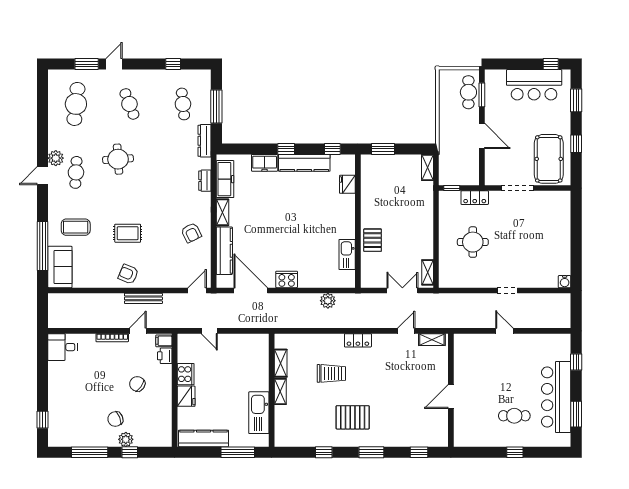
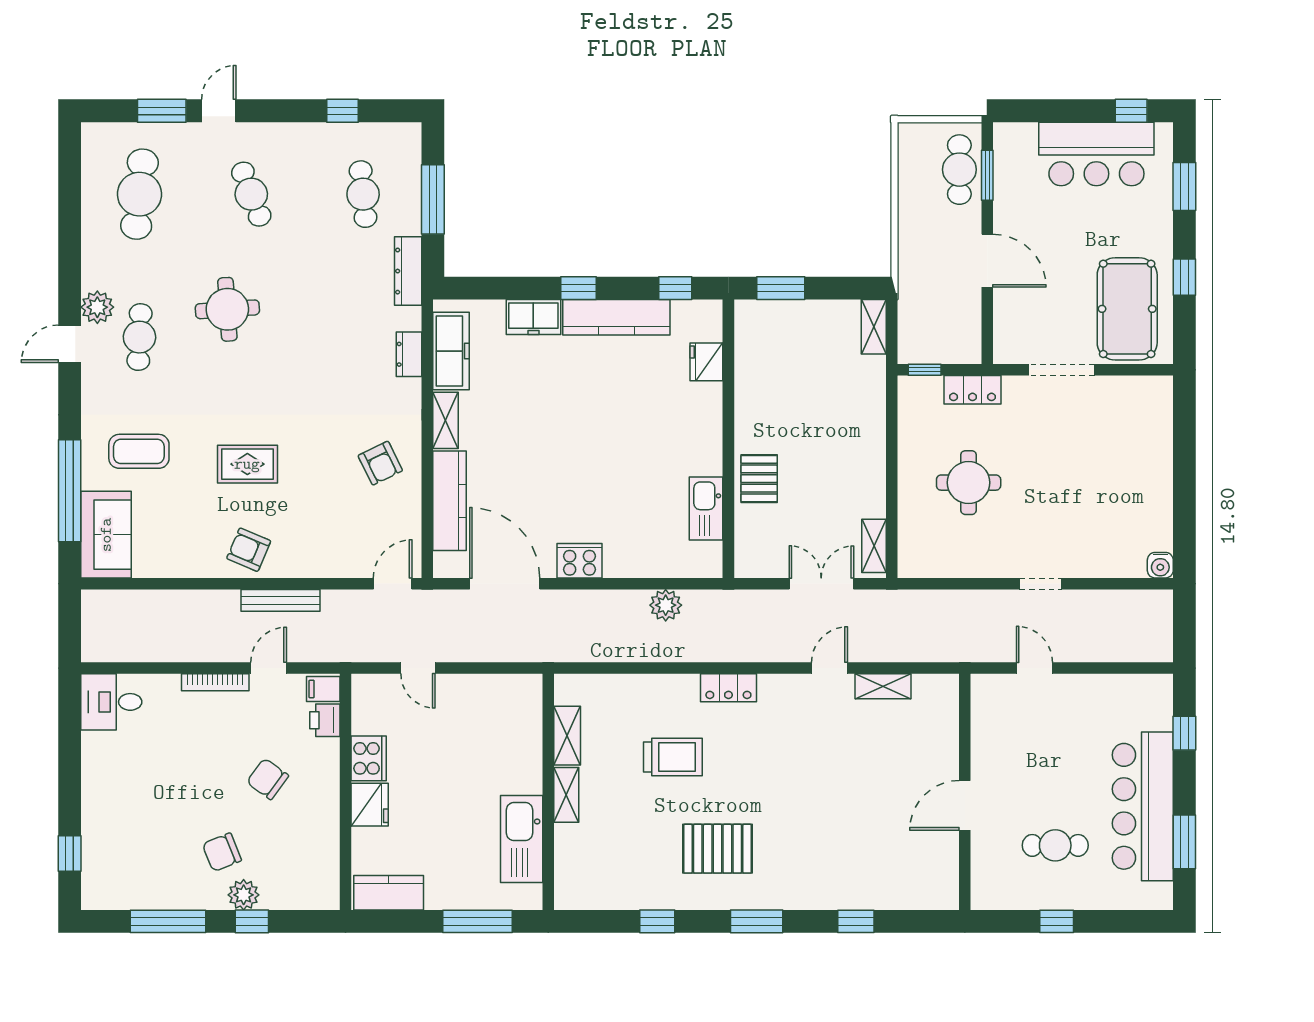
wall: (451, 390) -> (965, 792), moved
door: (451, 397) -> (965, 805), moved
kitchen counter: (204, 438) -> (389, 893), width x0.67

